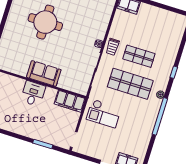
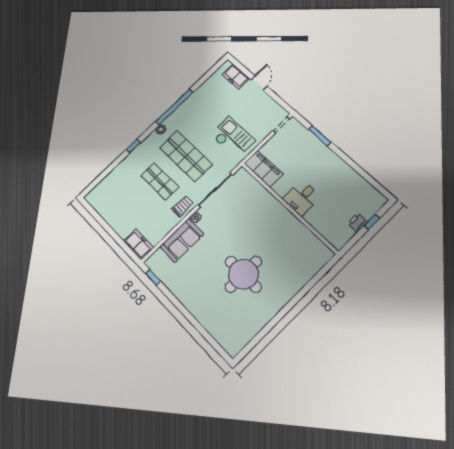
sofa: (44, 73) -> (182, 240), moved, turned -90

